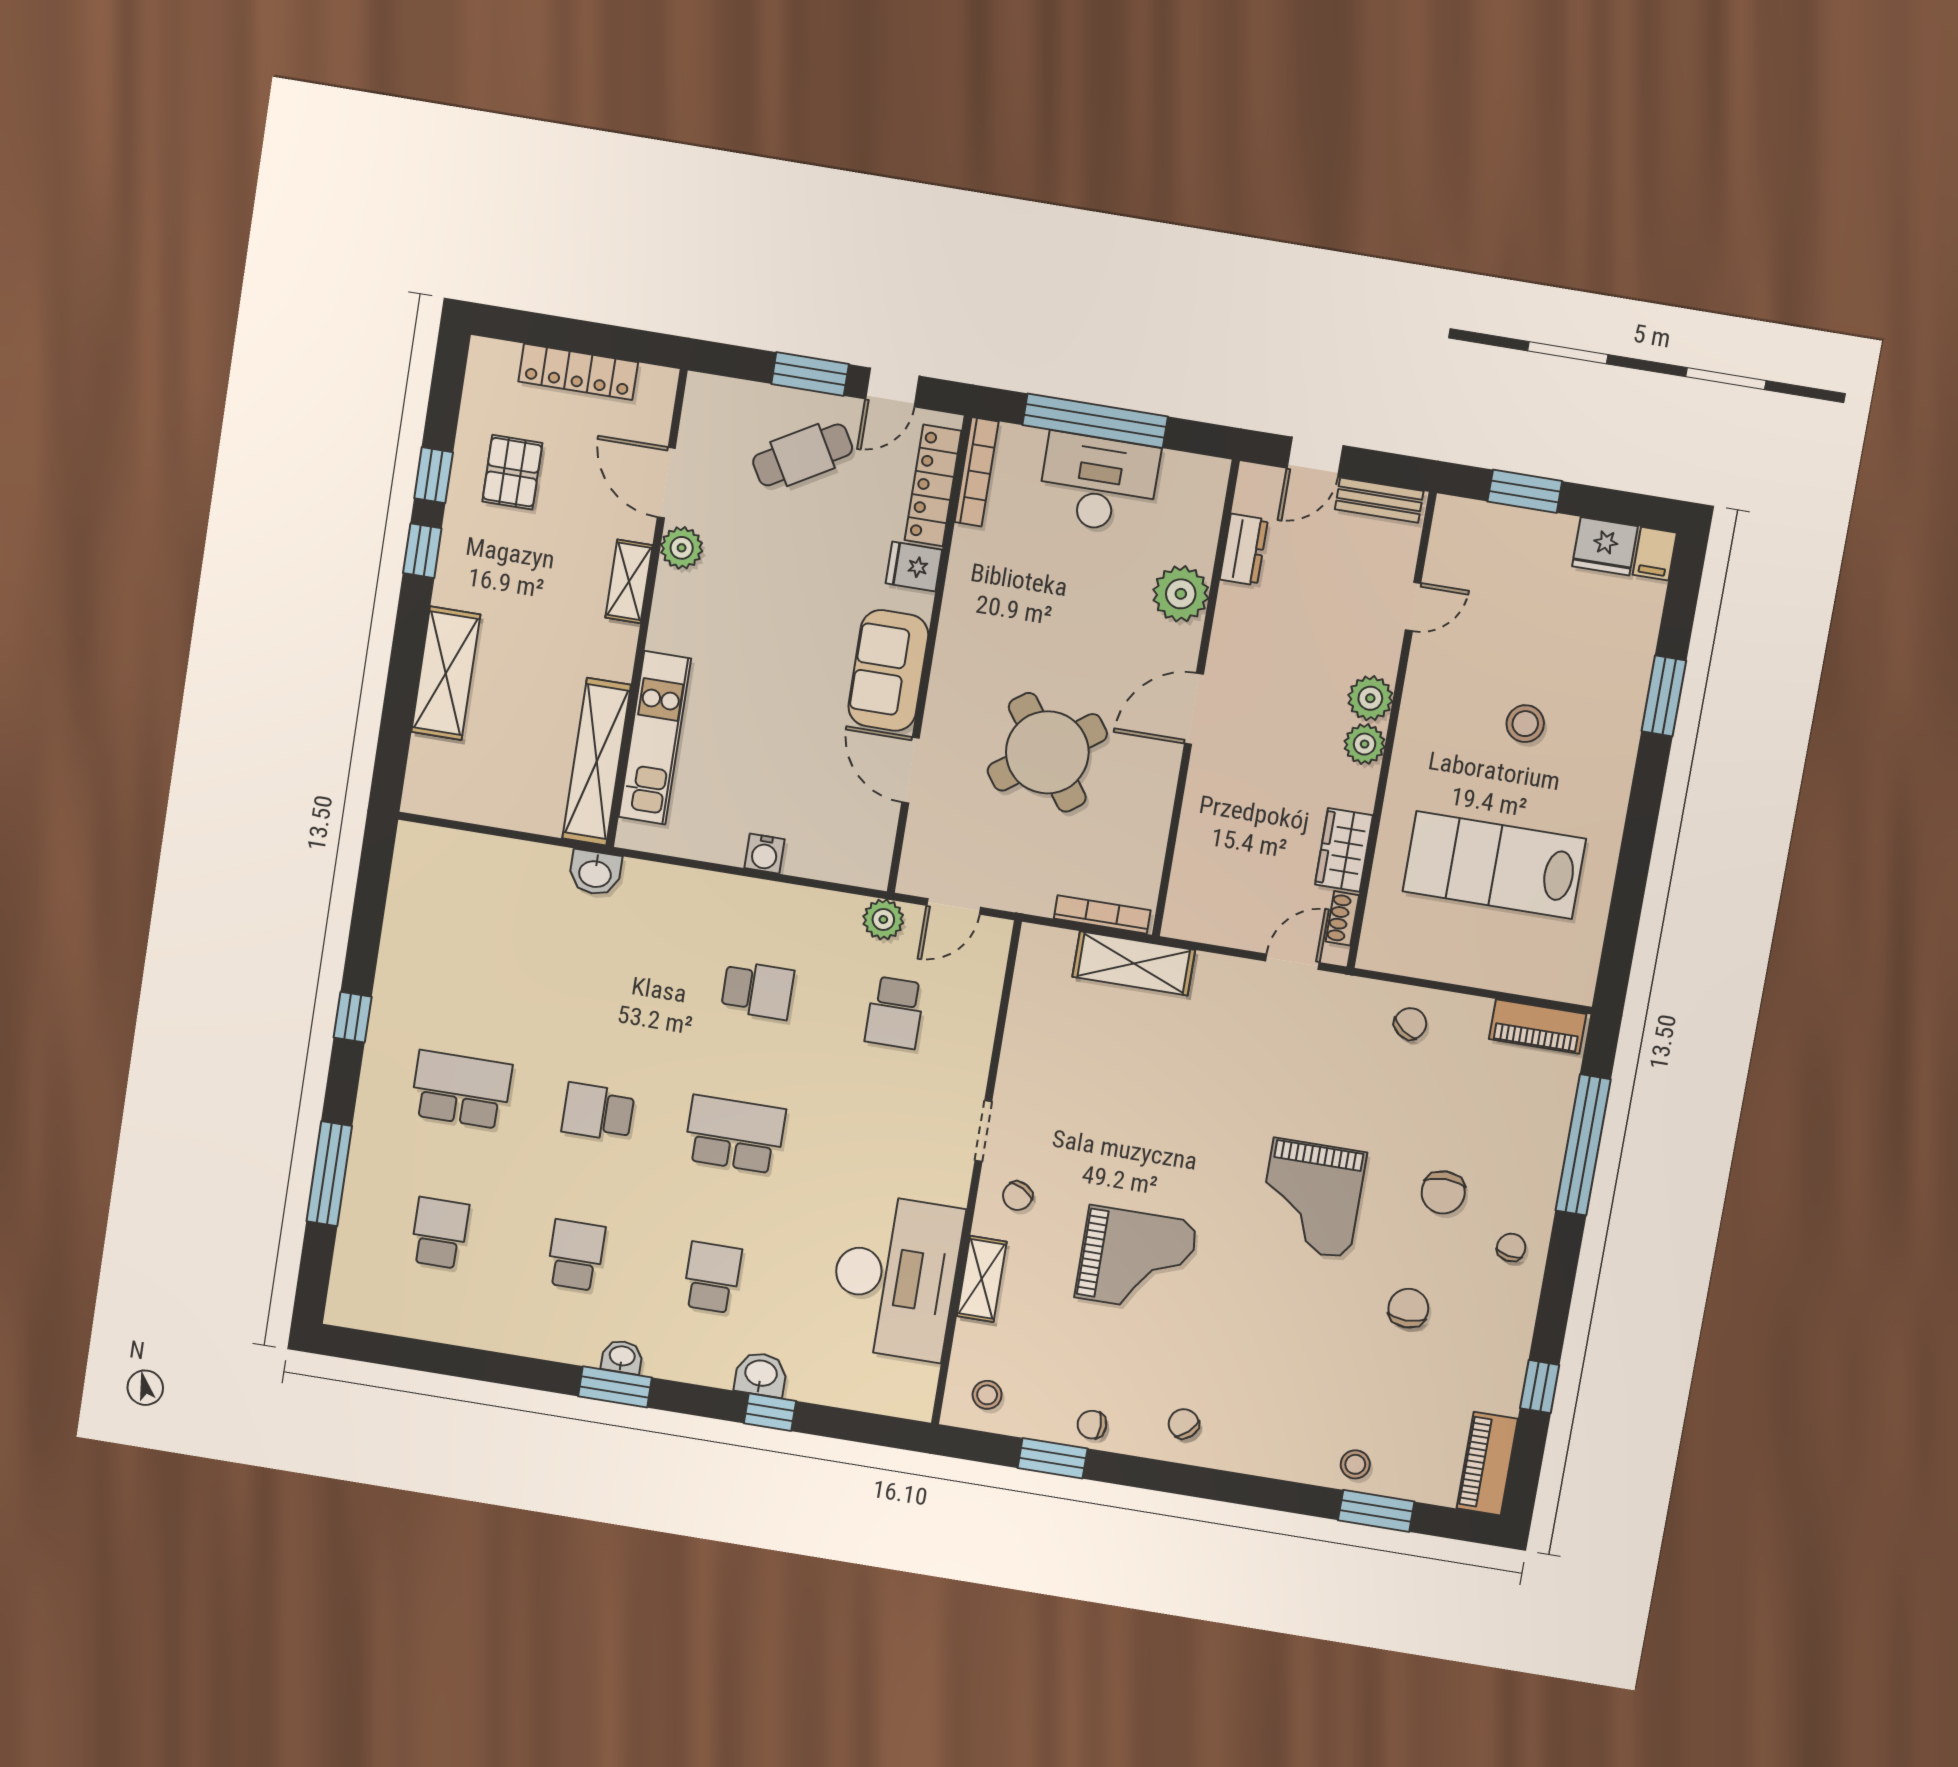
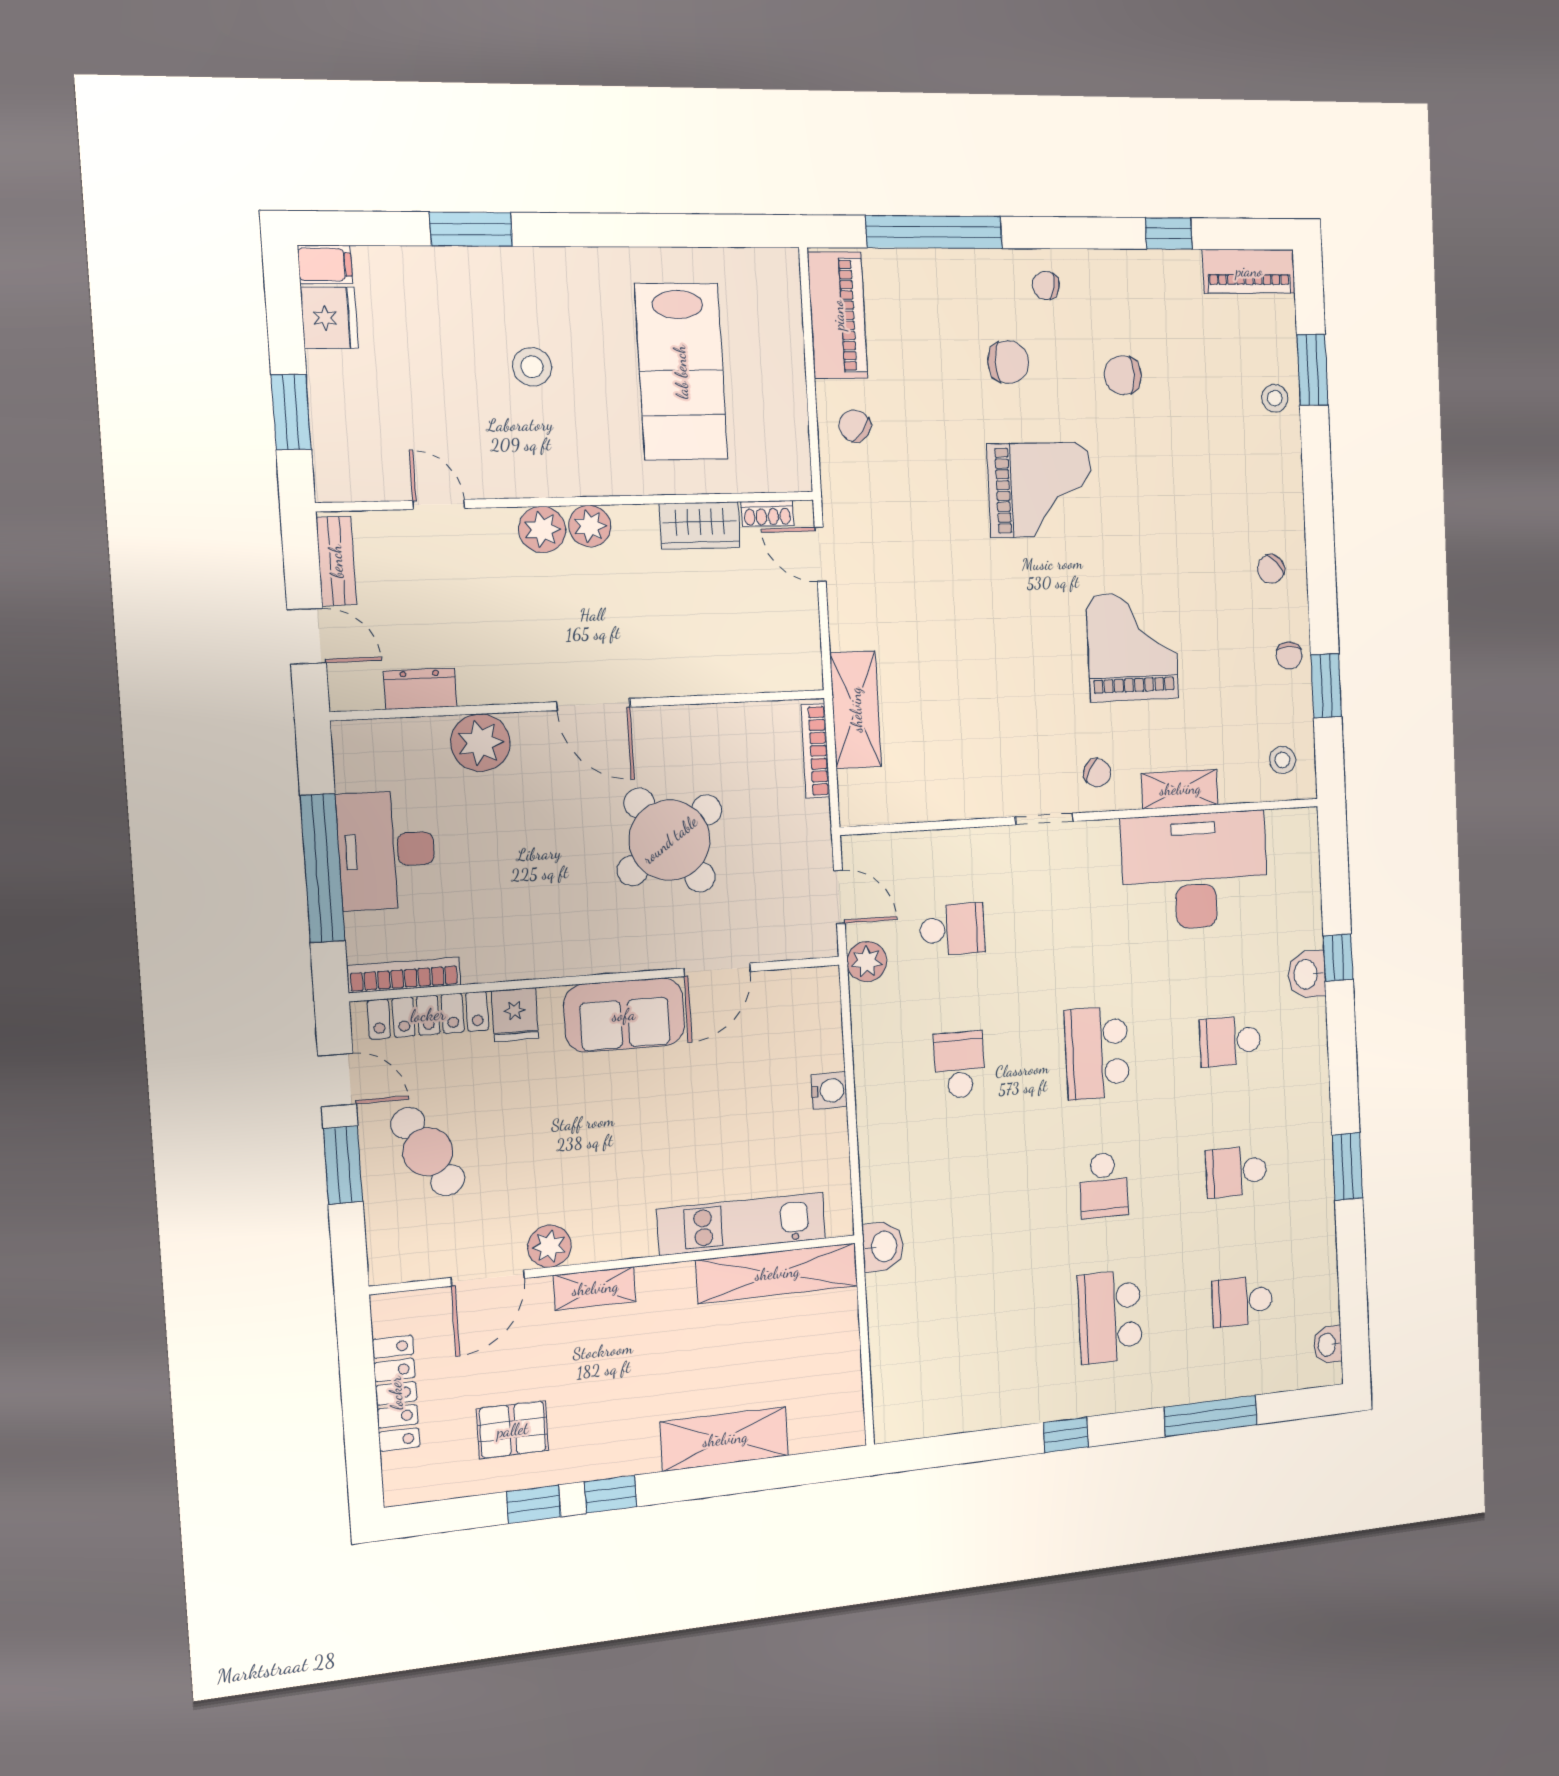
piano: (1538, 1027) -> (838, 315), width x1.37, depth x1.33
washbasin: (622, 1357) -> (1328, 1345), moved
window: (615, 1387) -> (1347, 1166), moved

